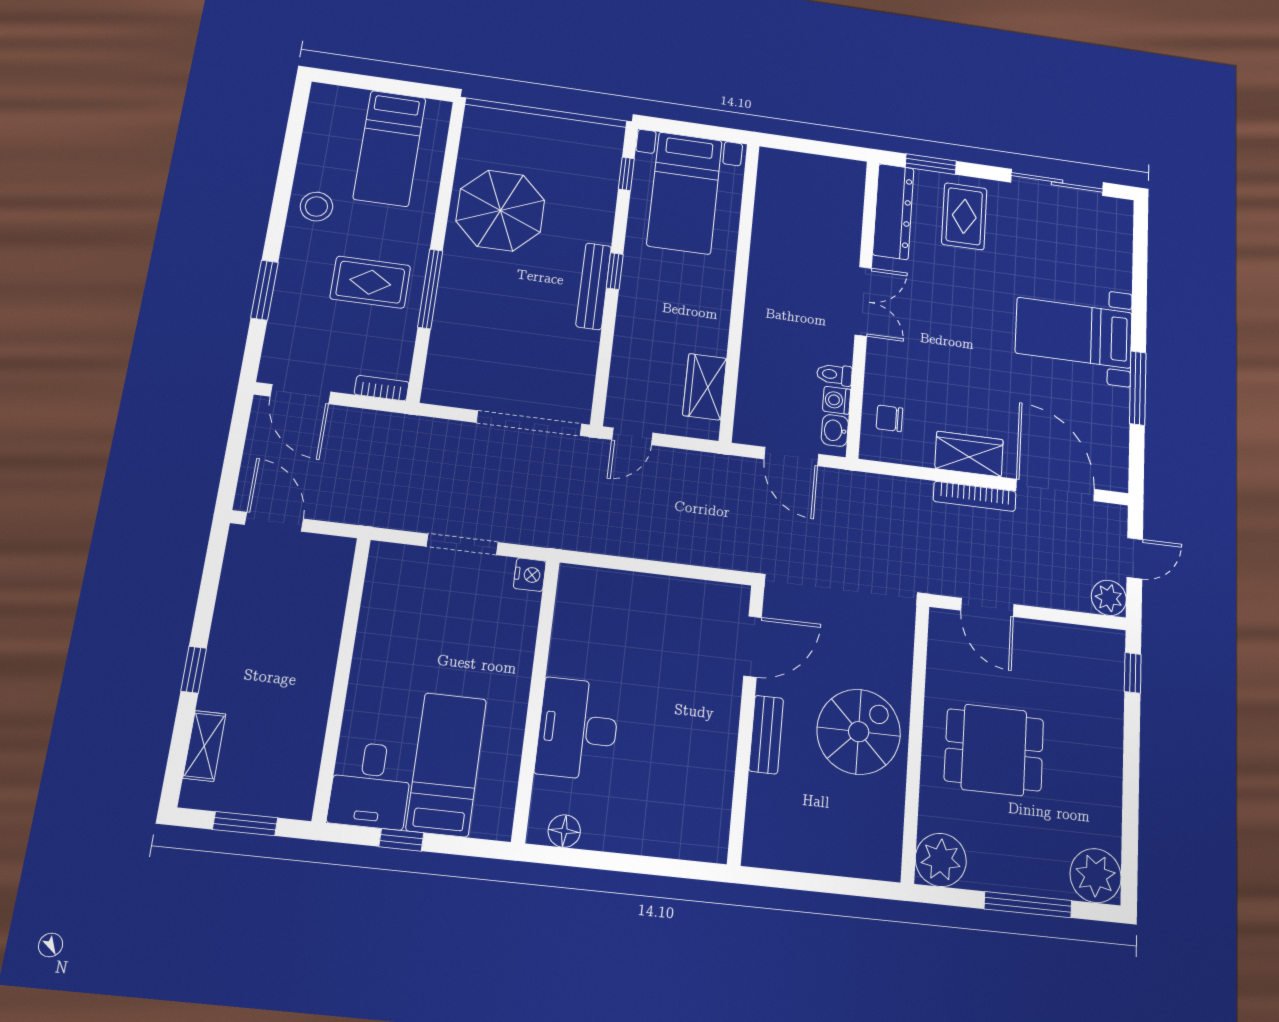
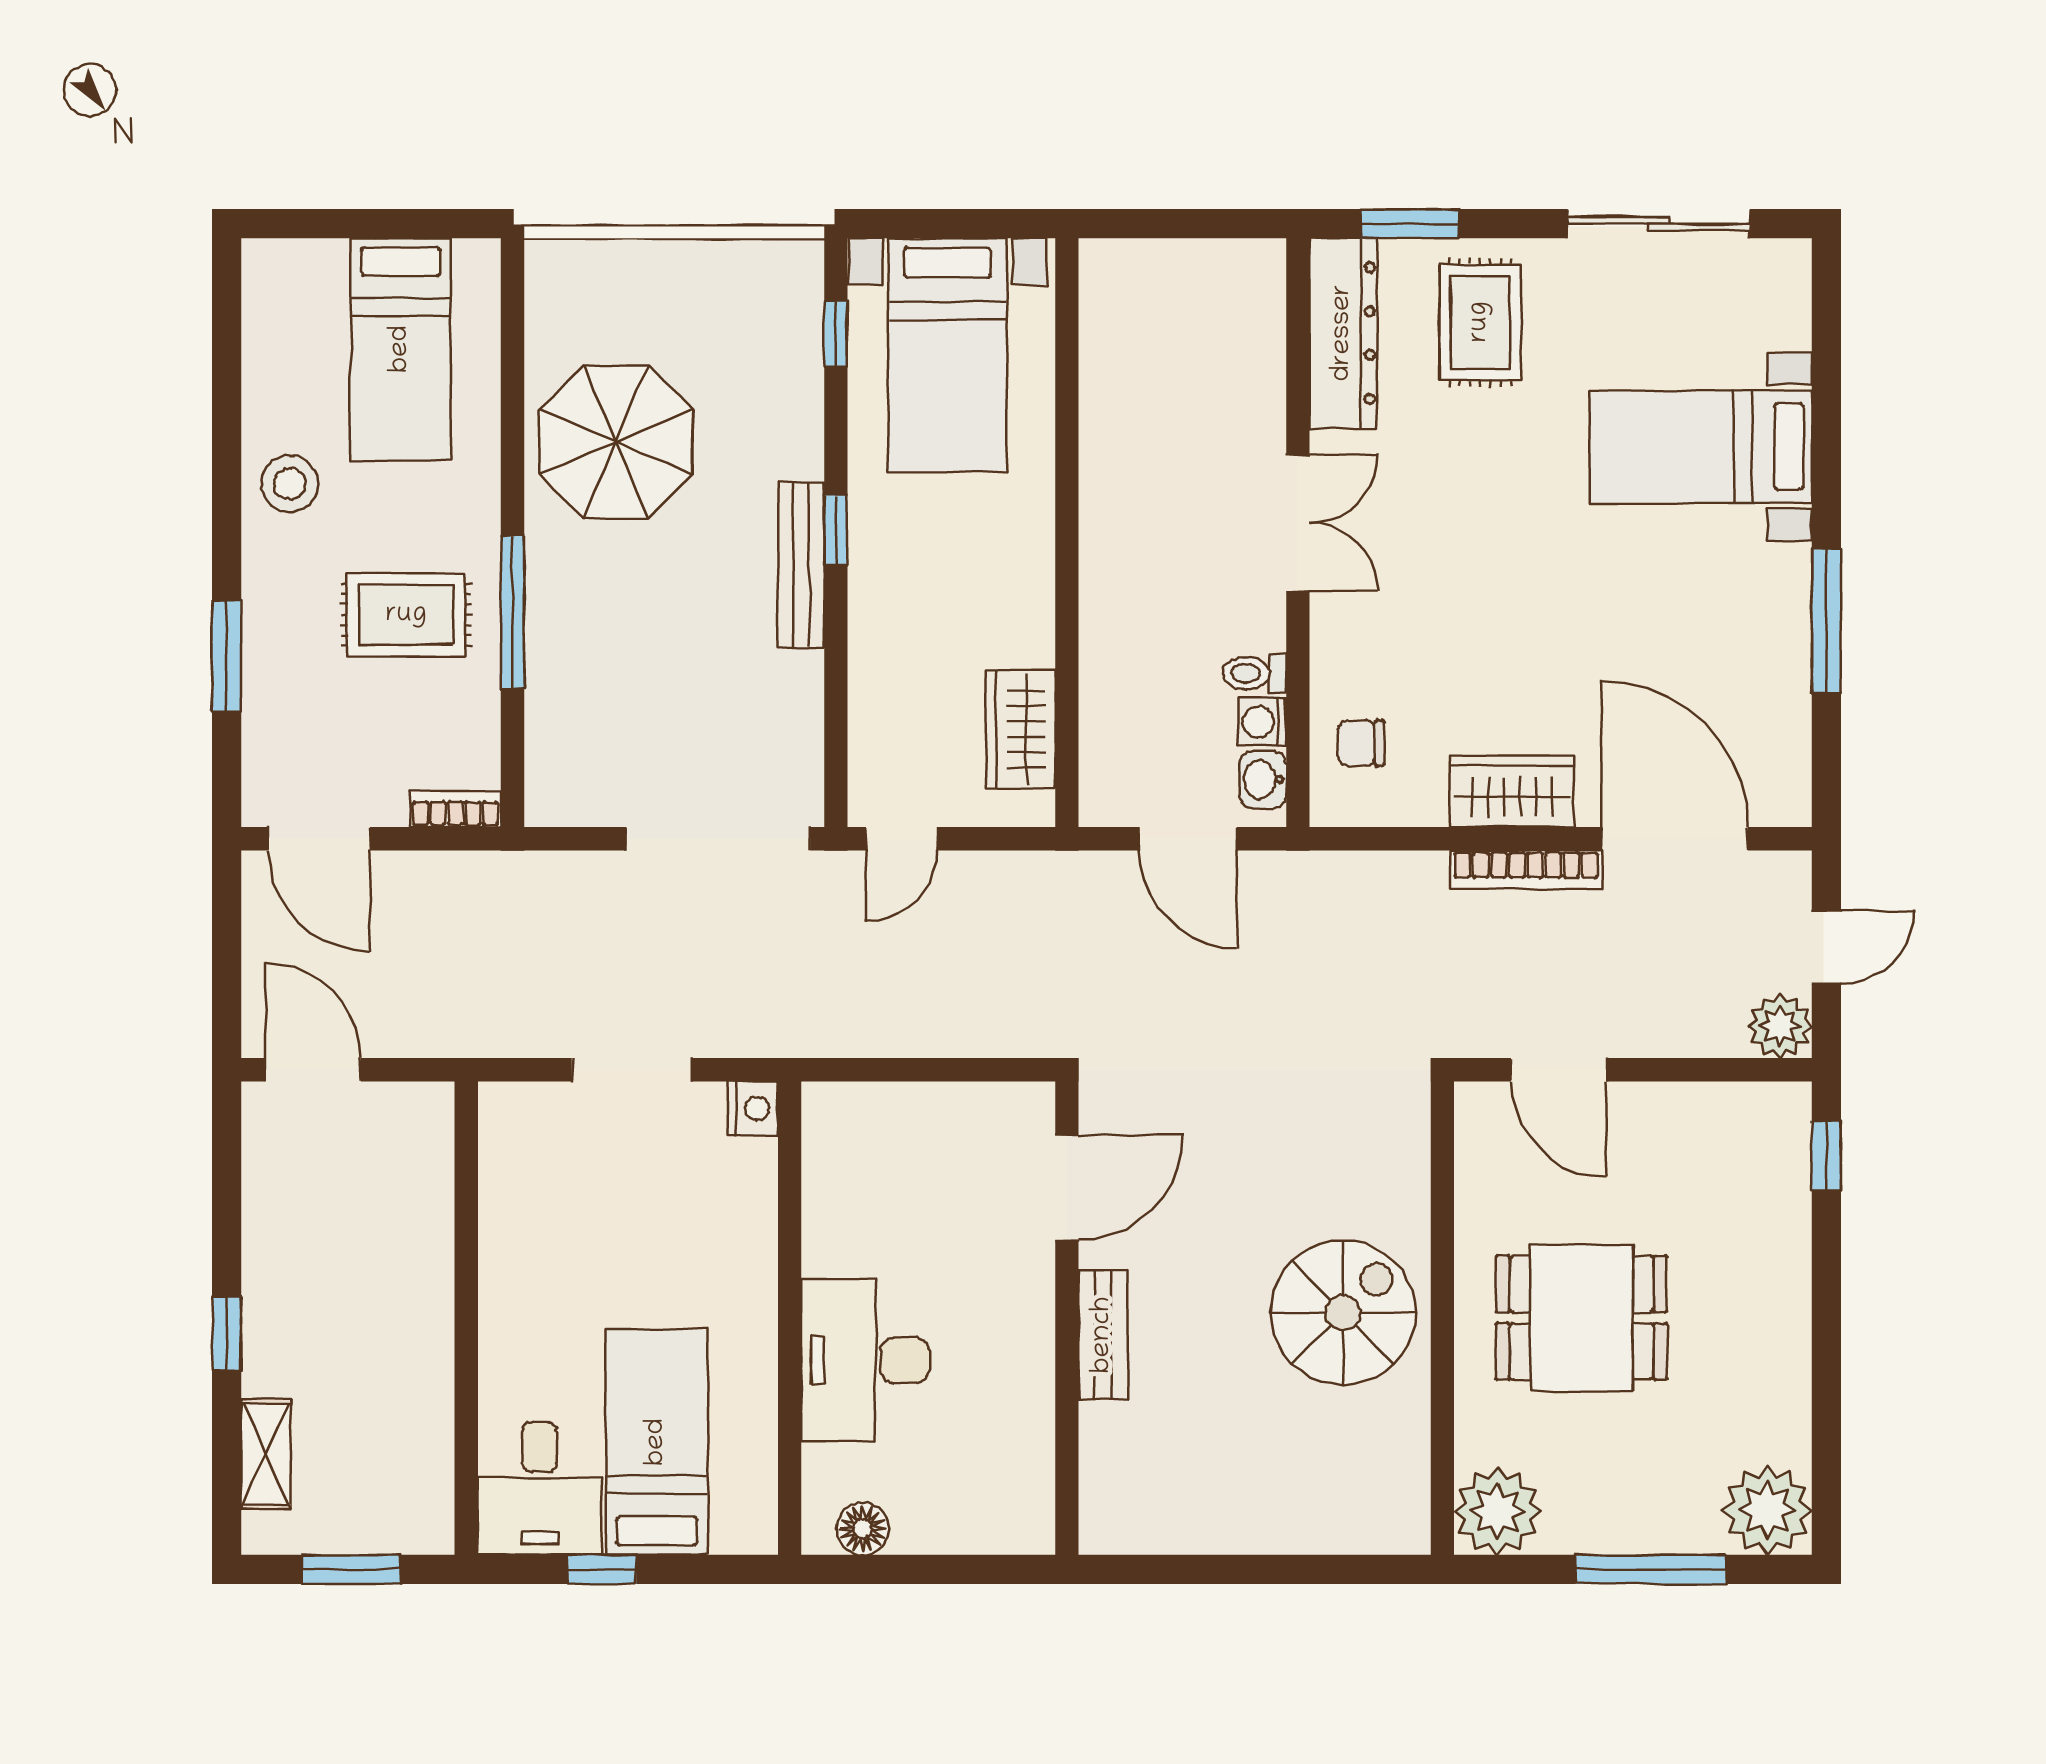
bed with nightstands: (1074, 333) -> (1701, 447), moved
door: (753, 647) -> (1067, 1188), moved
wall: (746, 722) -> (1067, 1318), moved
bench: (766, 735) -> (1103, 1335), moved

